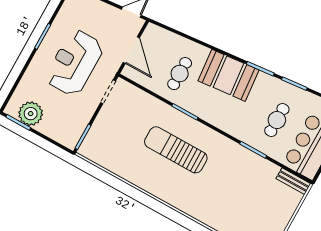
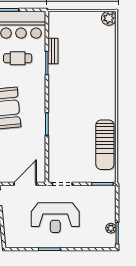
cafe table: (180, 74) -> (23, 142), removed
plant: (31, 114) -> (111, 228), width x0.53, depth x0.53
sun lounger: (176, 150) -> (105, 145), moved
bench: (293, 181) -> (53, 51), moved

